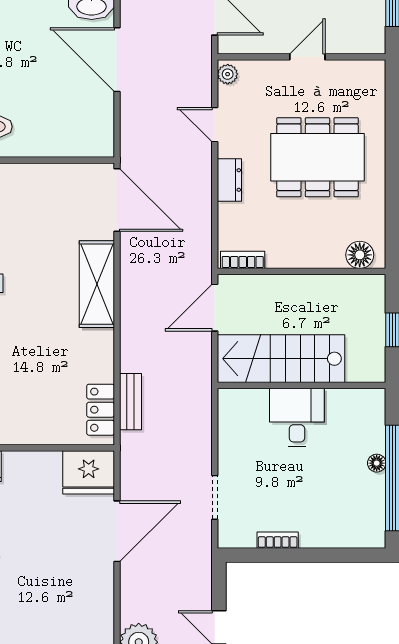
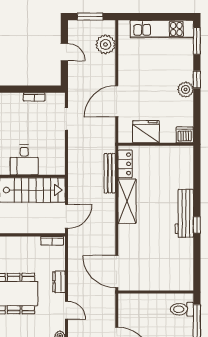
shelving: (97, 284) -> (127, 201), moved
bench: (131, 402) -> (110, 173), width x1.36
fridge: (89, 472) -> (146, 132), moved

